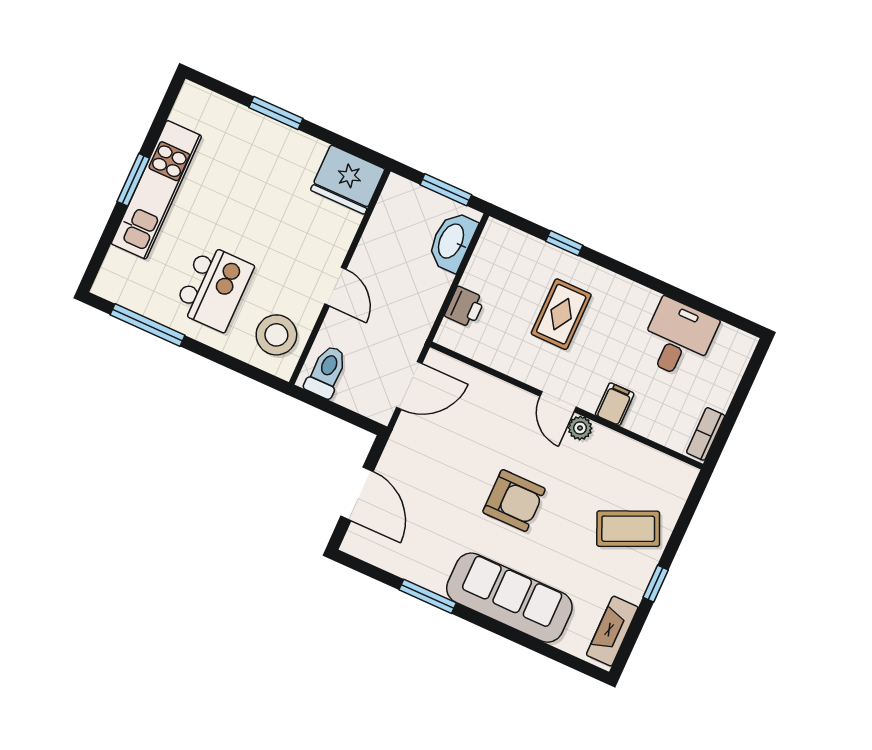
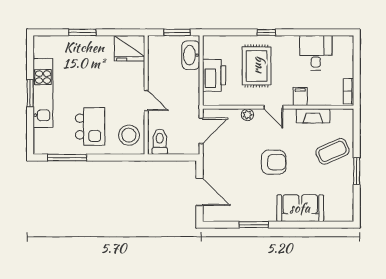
window: (564, 243) -> (266, 32), moved
printer: (465, 307) -> (214, 75), width x1.87, depth x1.48
rug: (561, 314) -> (257, 66), width x1.36, depth x1.43
plant: (580, 428) -> (247, 115), moved
window: (656, 584) -> (357, 171), width x1.50
sofa: (509, 598) -> (300, 208), width x0.73
fireplace: (612, 631) -> (313, 116), moved, turned -90

